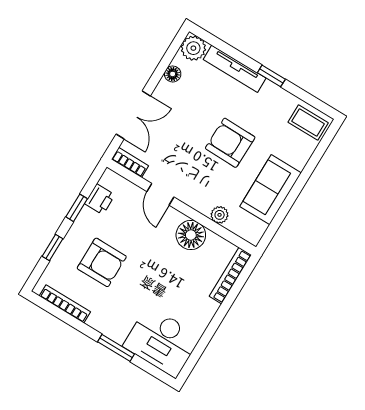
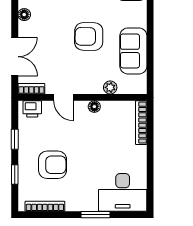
printer: (100, 199) -> (32, 109), moved, turned 90
floor lamp: (191, 235) -> (94, 107), width x0.53, depth x0.53

